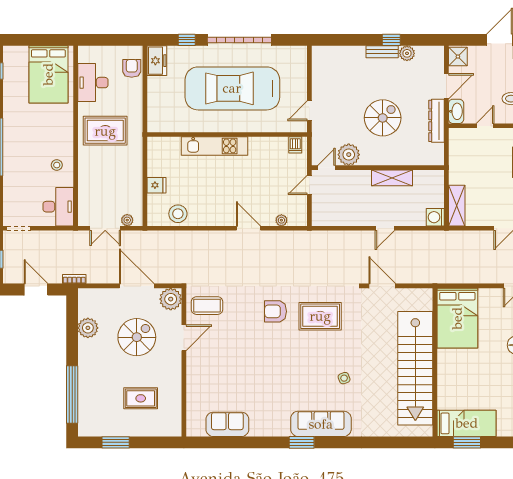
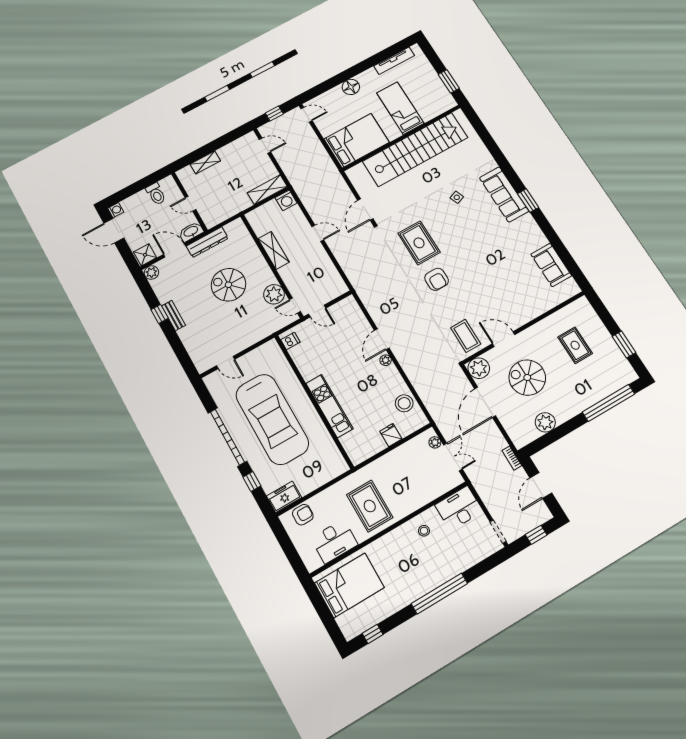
plant: (407, 53) -> (151, 273), moved
armchair: (132, 68) -> (303, 515), turned 180
door: (309, 111) -> (226, 363), moved
plant: (281, 220) -> (386, 360), moved
bed: (467, 423) -> (400, 108), moved

